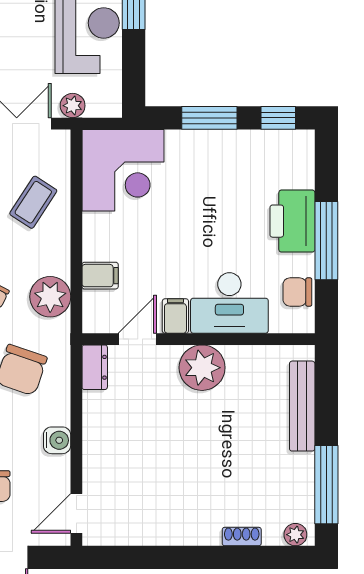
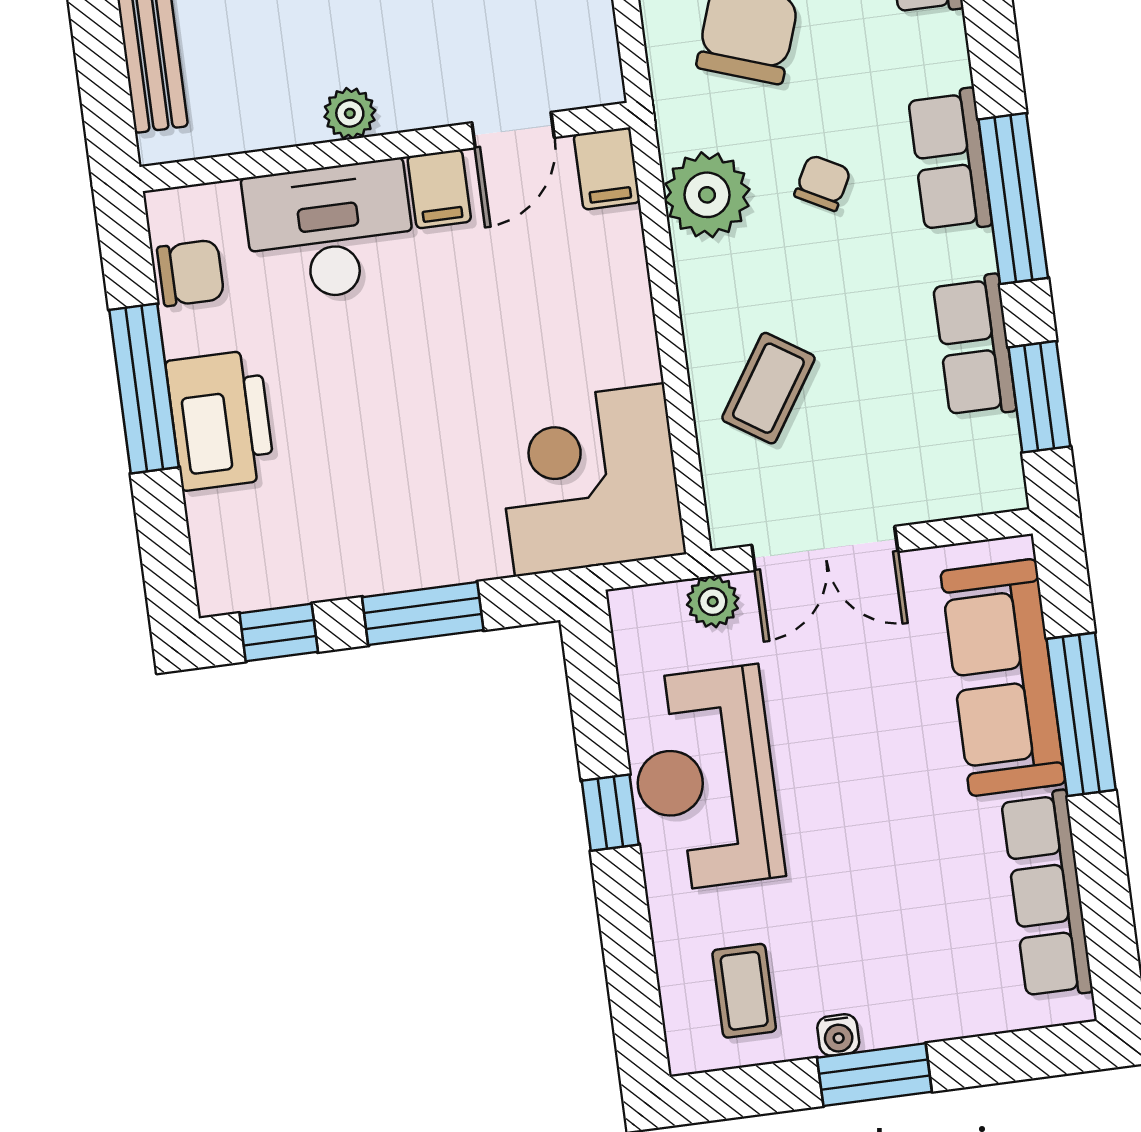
filing cabinet: (100, 276) -> (607, 168), moved, turned -90
dresser: (95, 367) -> (594, 59), removed
plant: (202, 368) -> (350, 113), width x0.53, depth x0.53

